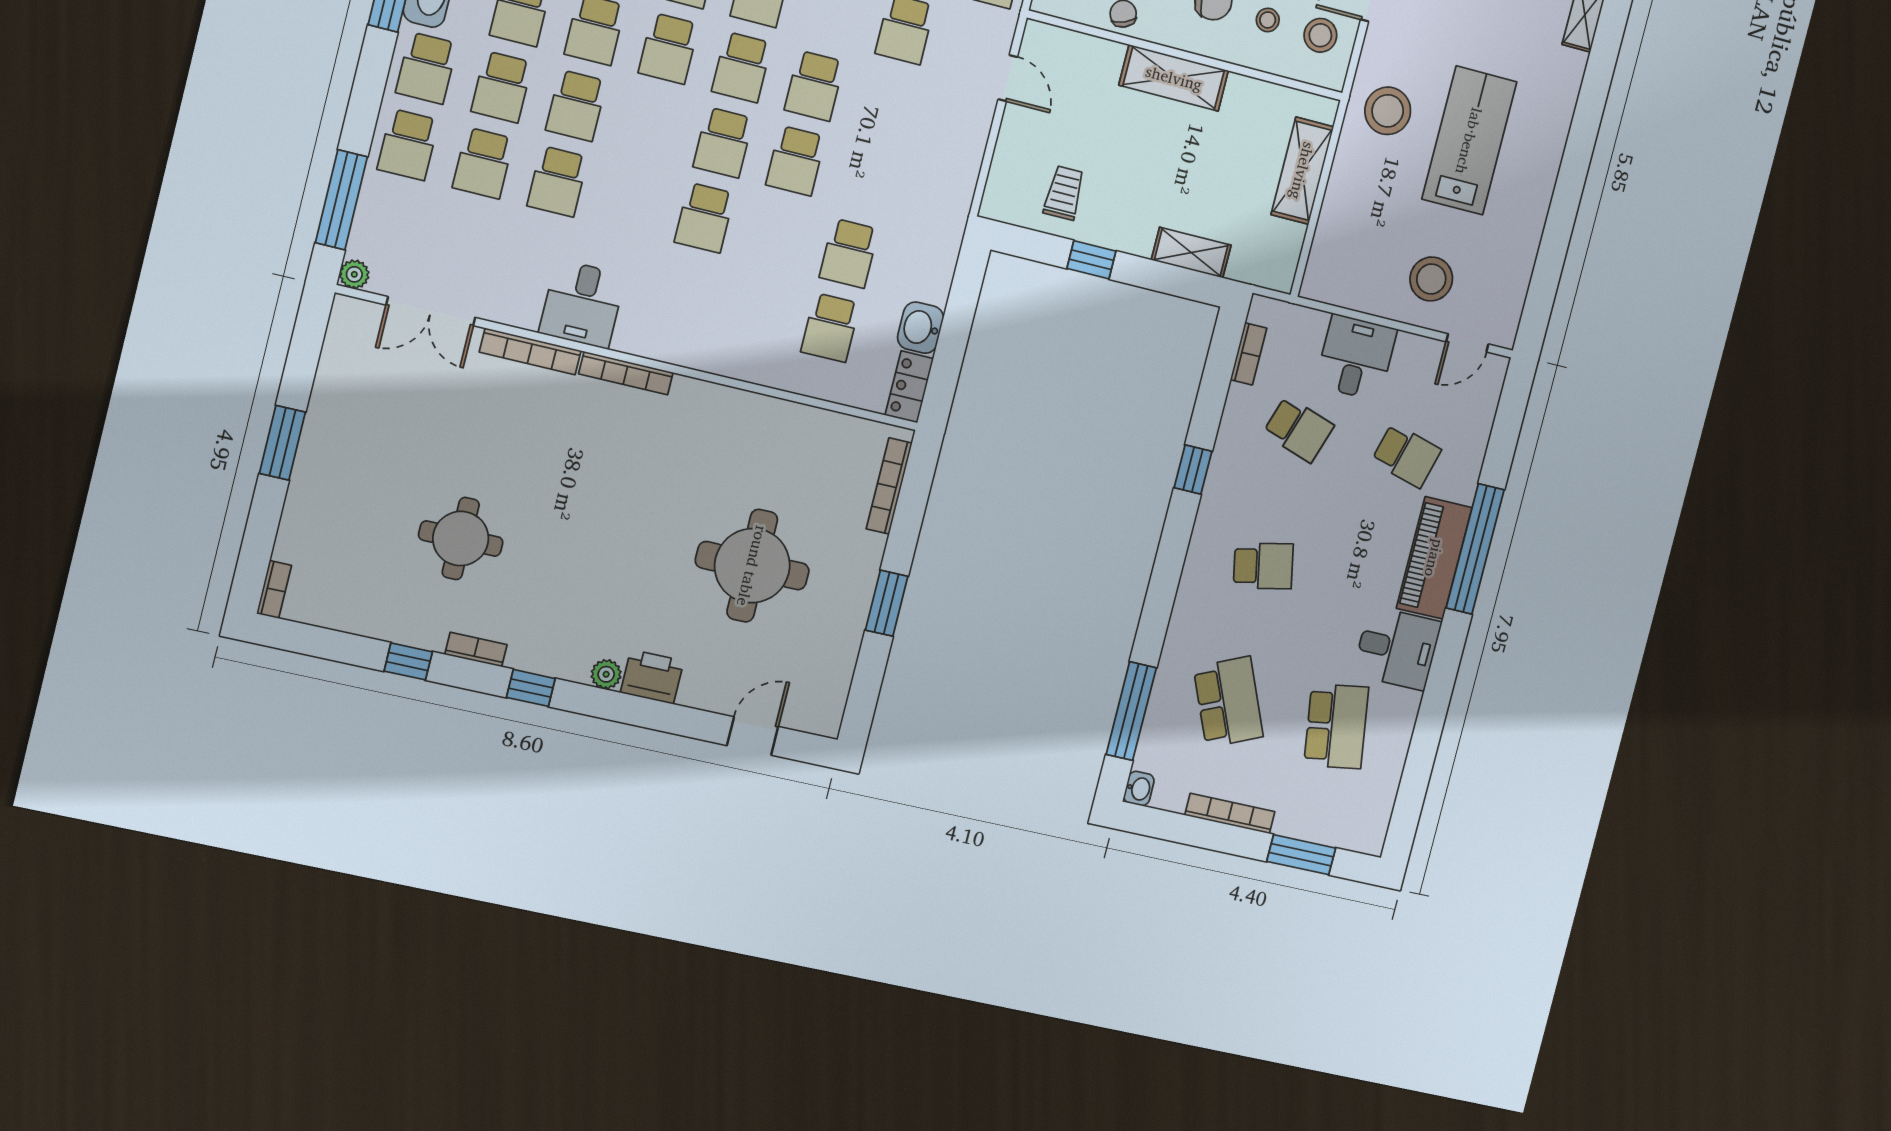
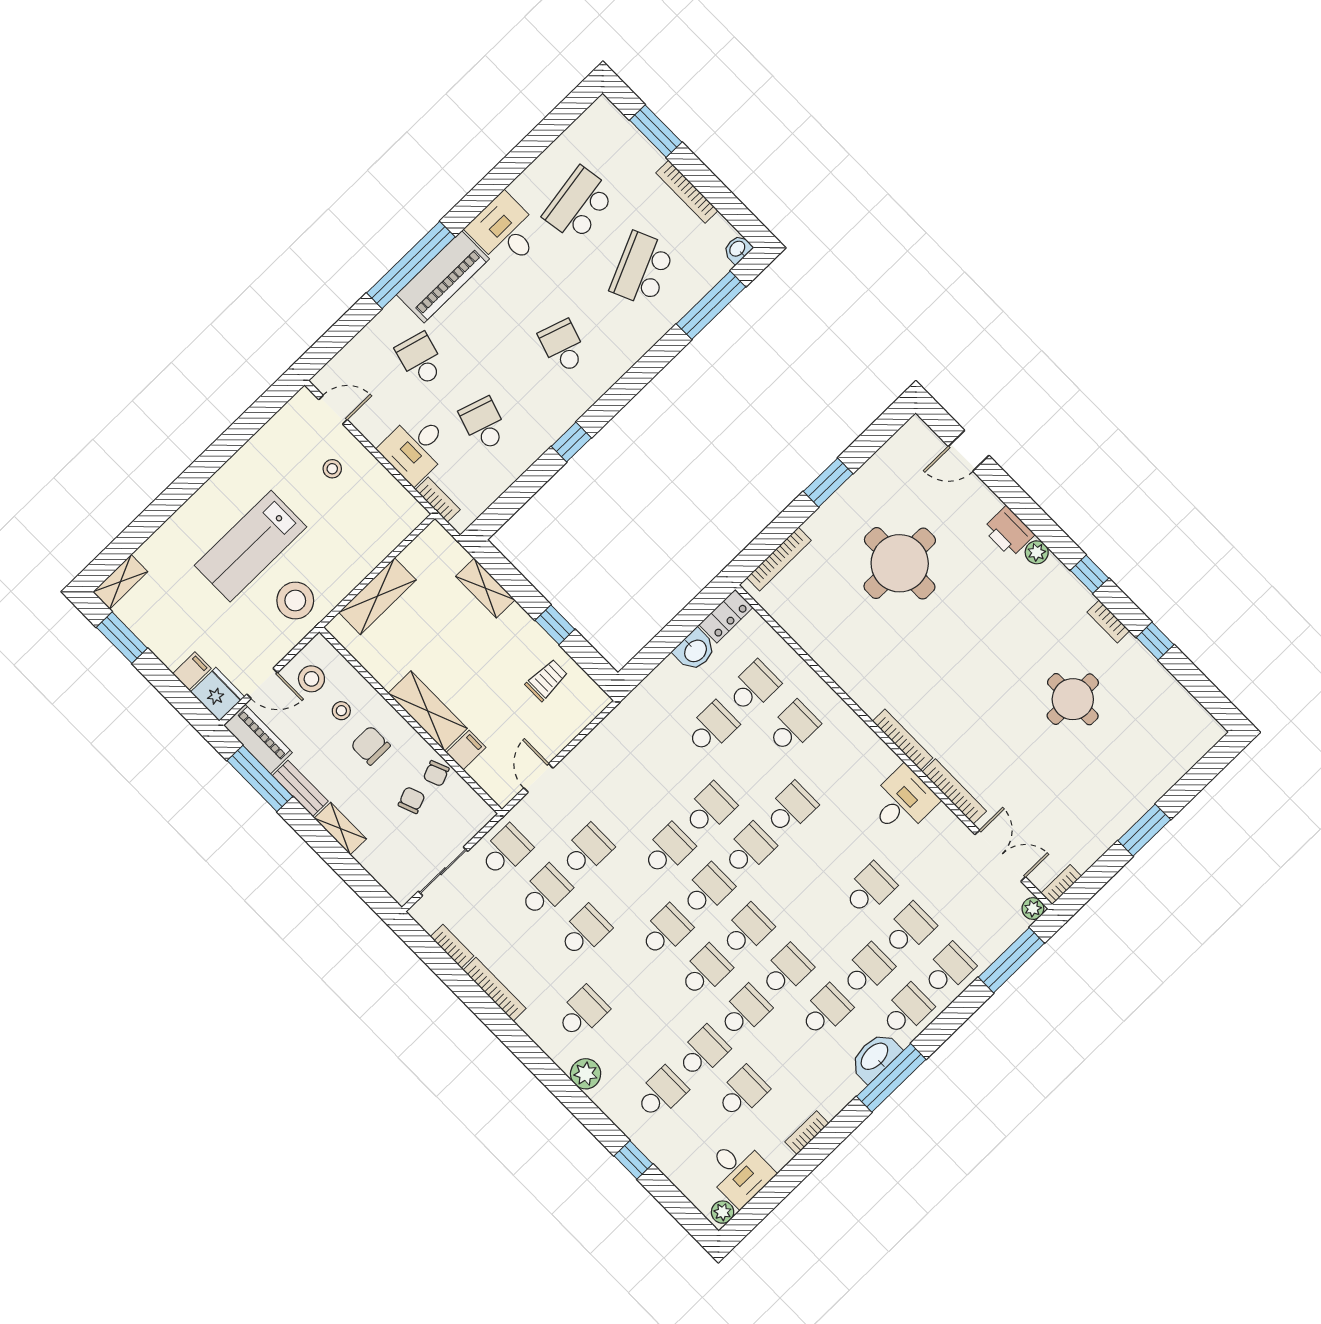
filing cabinet: (1106, 60) -> (466, 750), added
school desk: (576, 106) -> (793, 727), moved
trolley: (1064, 193) -> (547, 680), turned 180
stool: (1431, 279) -> (332, 469), width x0.53, depth x0.53
bookcase: (1249, 354) -> (438, 500), moved, turned 90
school desk: (1263, 566) -> (563, 346), turned 30
bookcase: (274, 589) -> (1061, 885), moved

